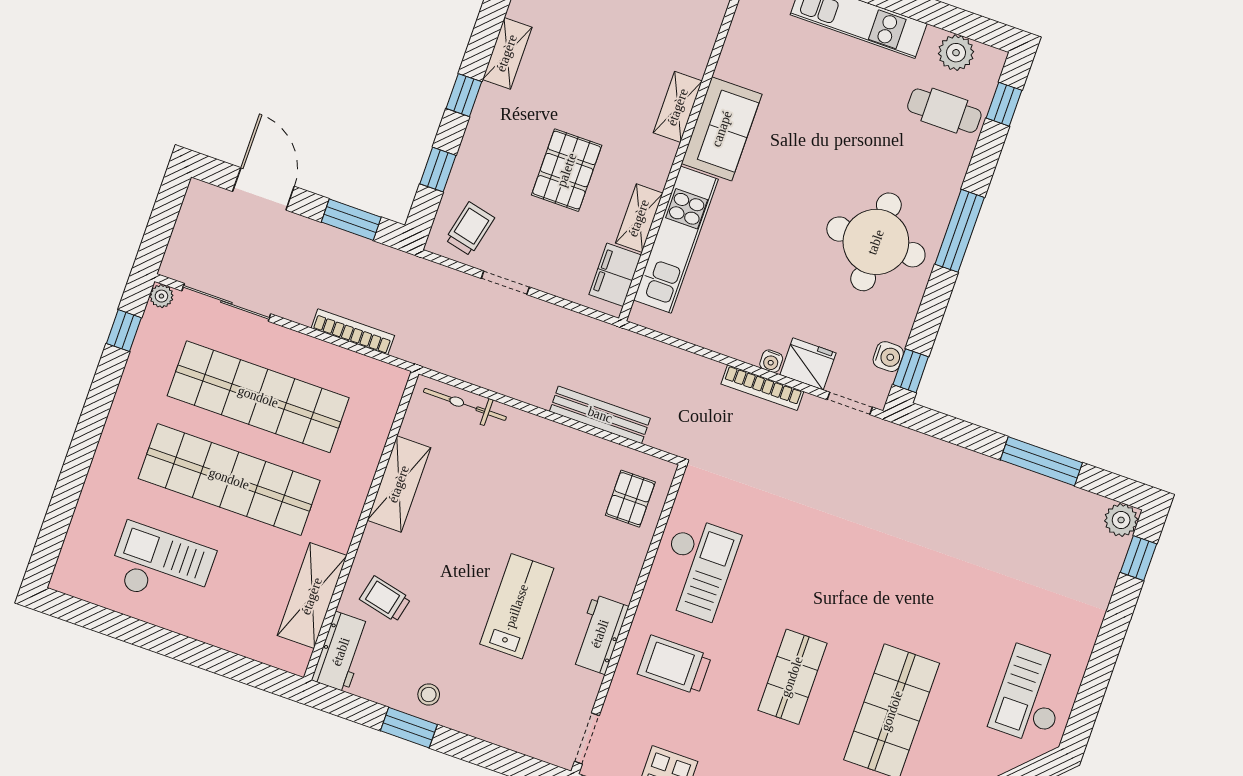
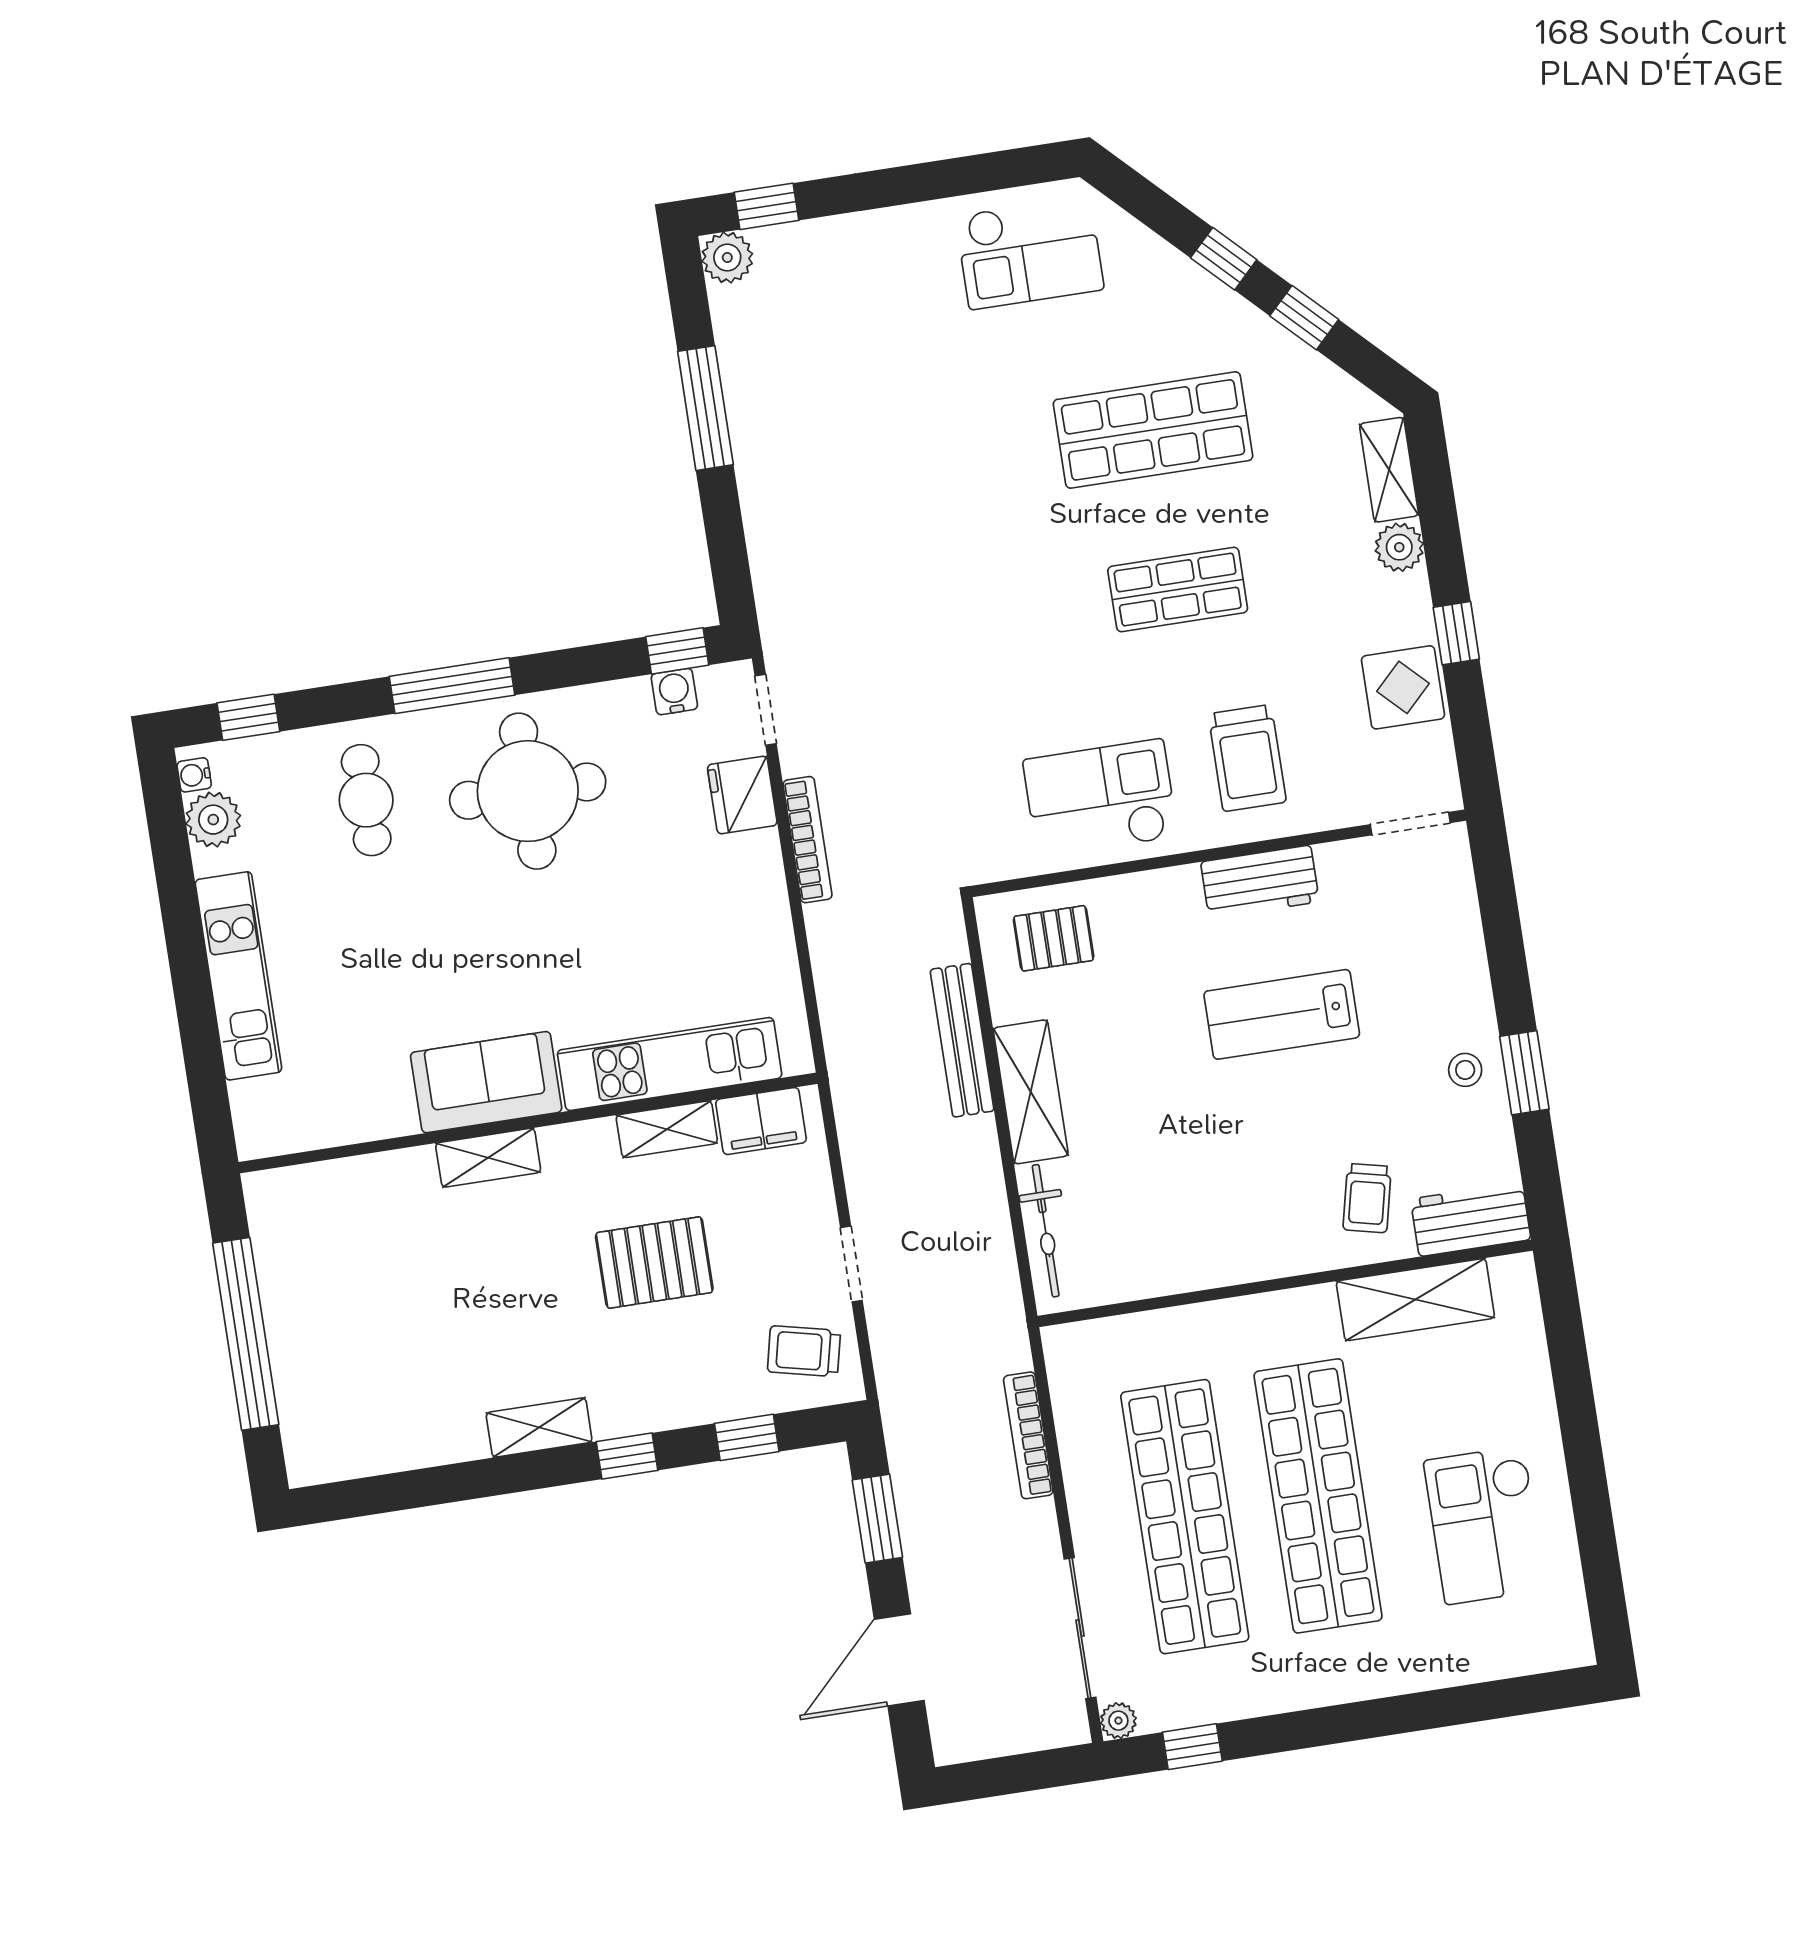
cafe table: (944, 111) -> (366, 800), moved
water cooler: (771, 361) -> (194, 775), moved, turned 180
shelving: (399, 484) -> (1031, 1092), moved, turned 90

